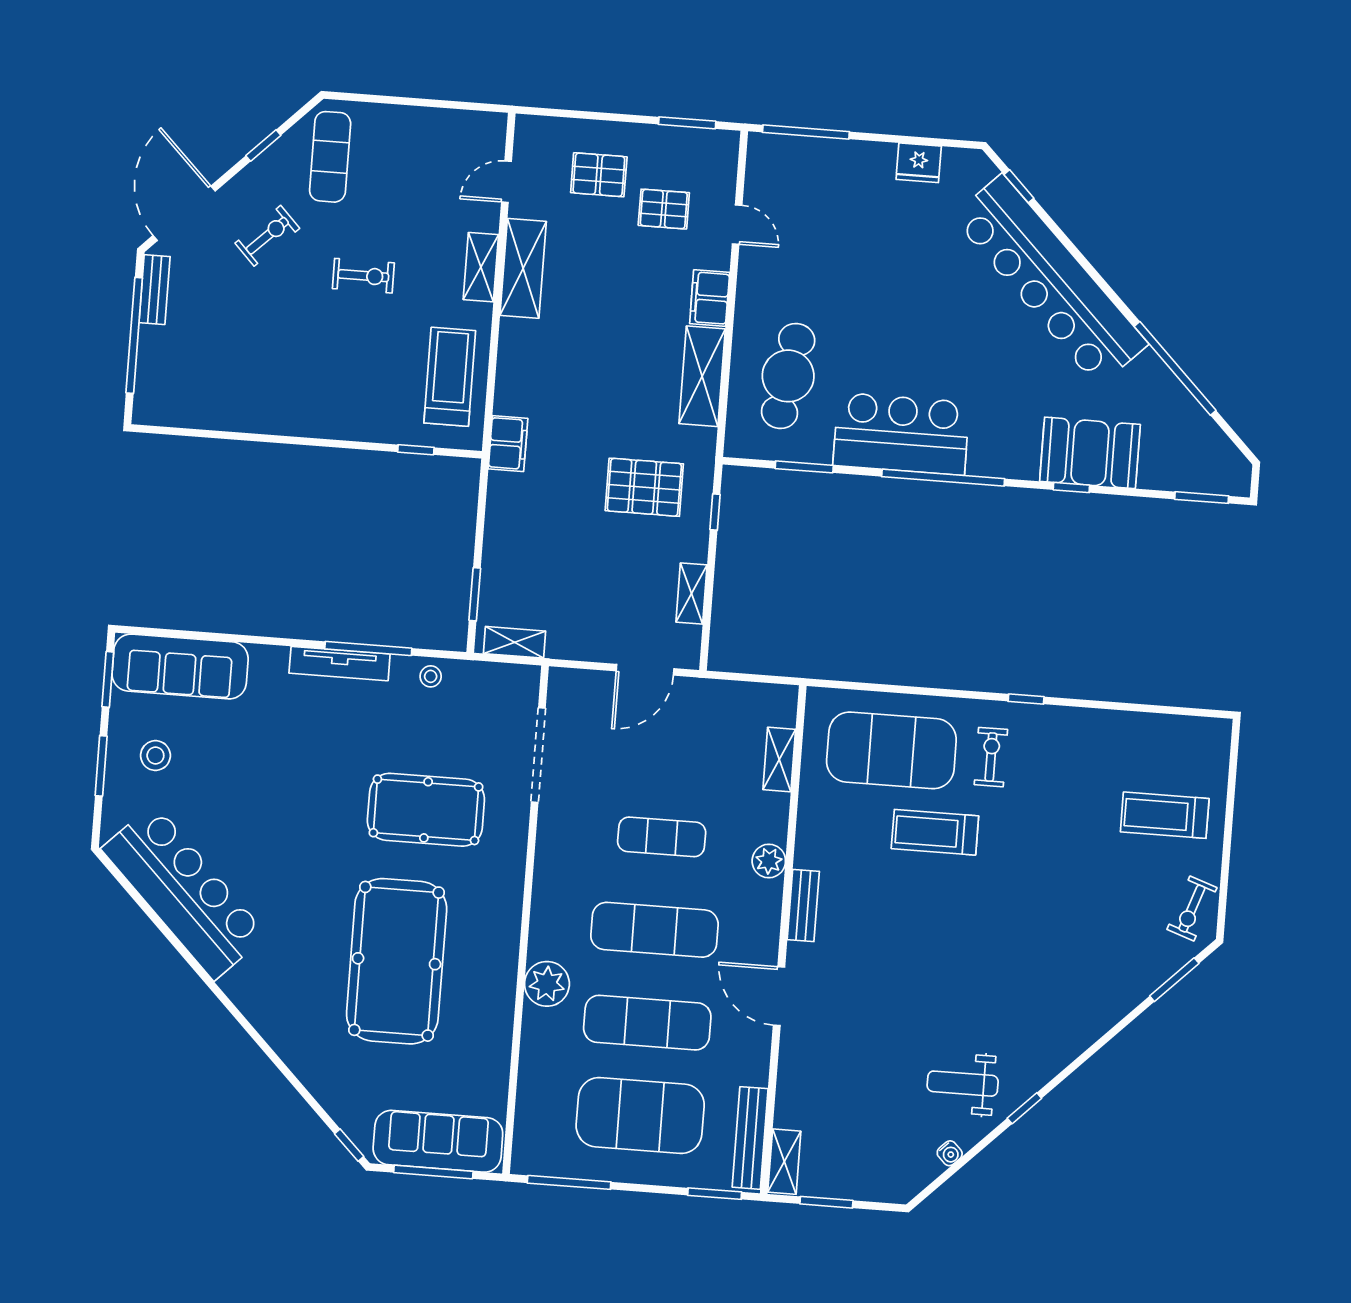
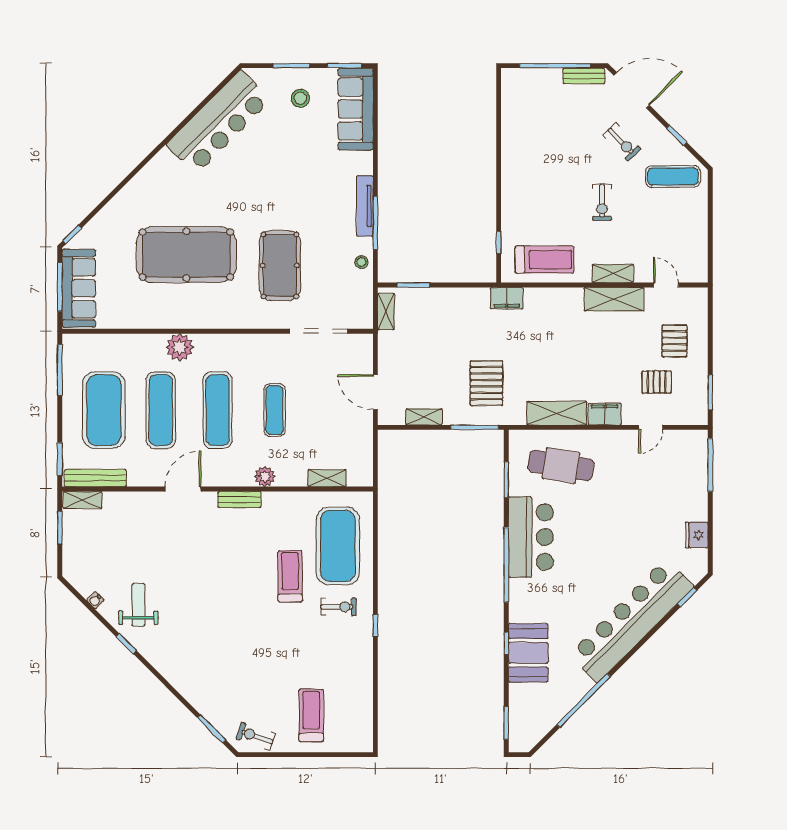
pallet: (664, 209) -> (657, 382), turned 90
window: (715, 512) -> (475, 427), width x2.17

